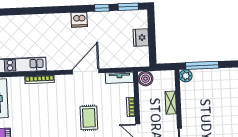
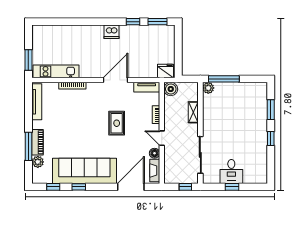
fridge: (141, 38) -> (165, 71), moved, turned 90

